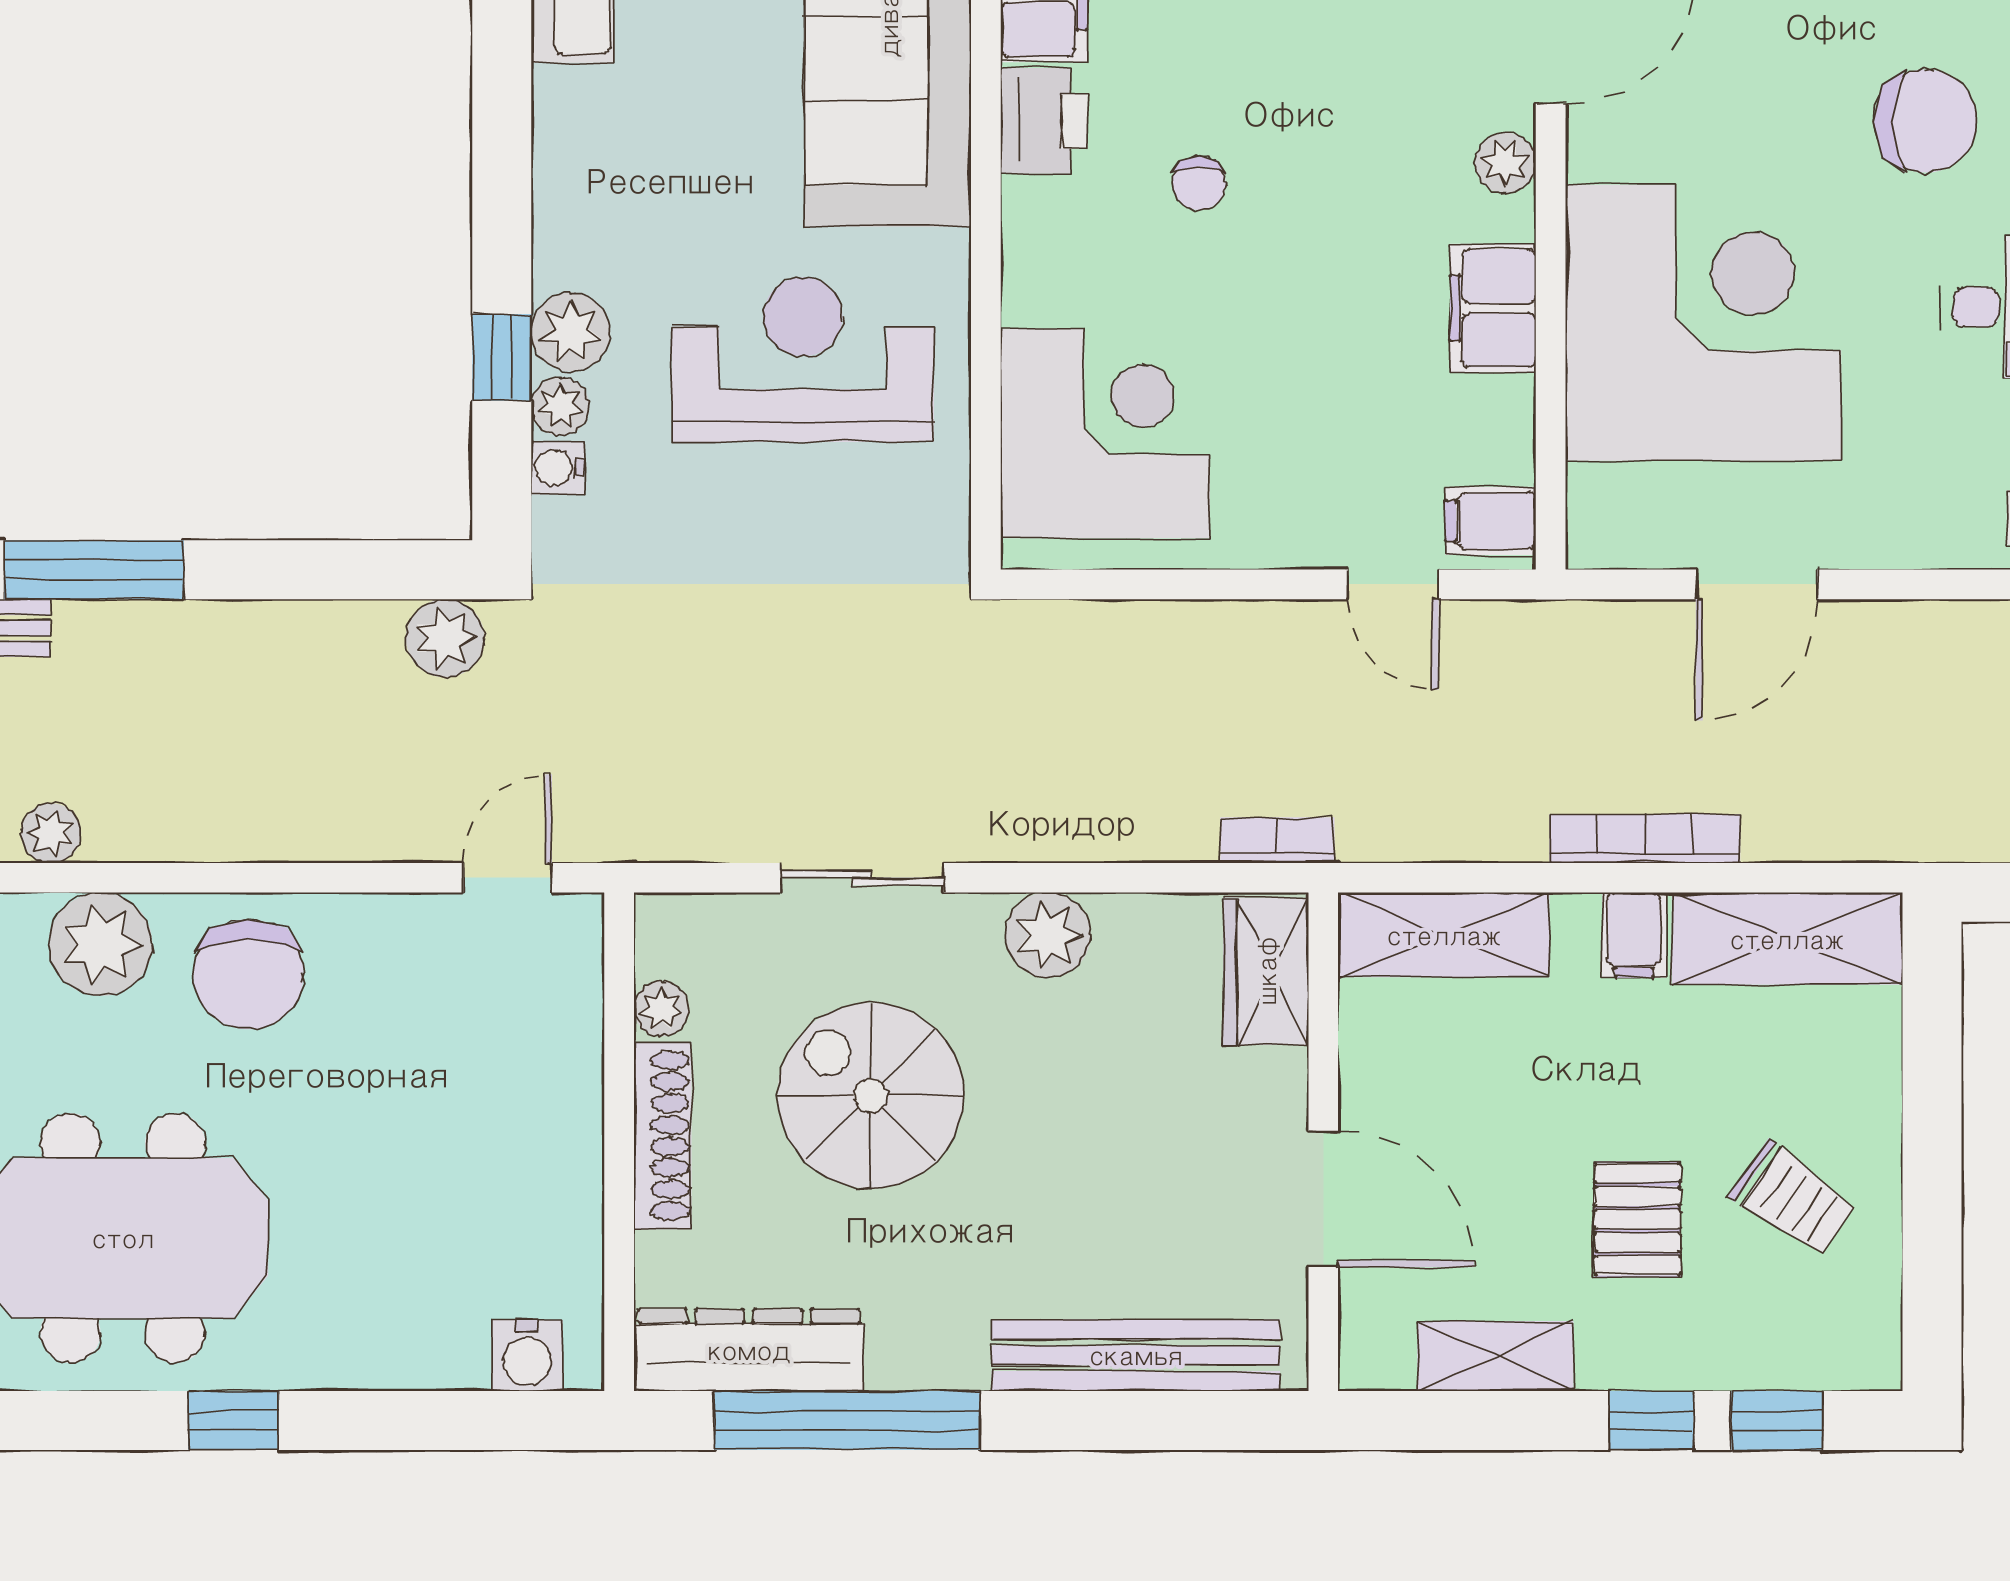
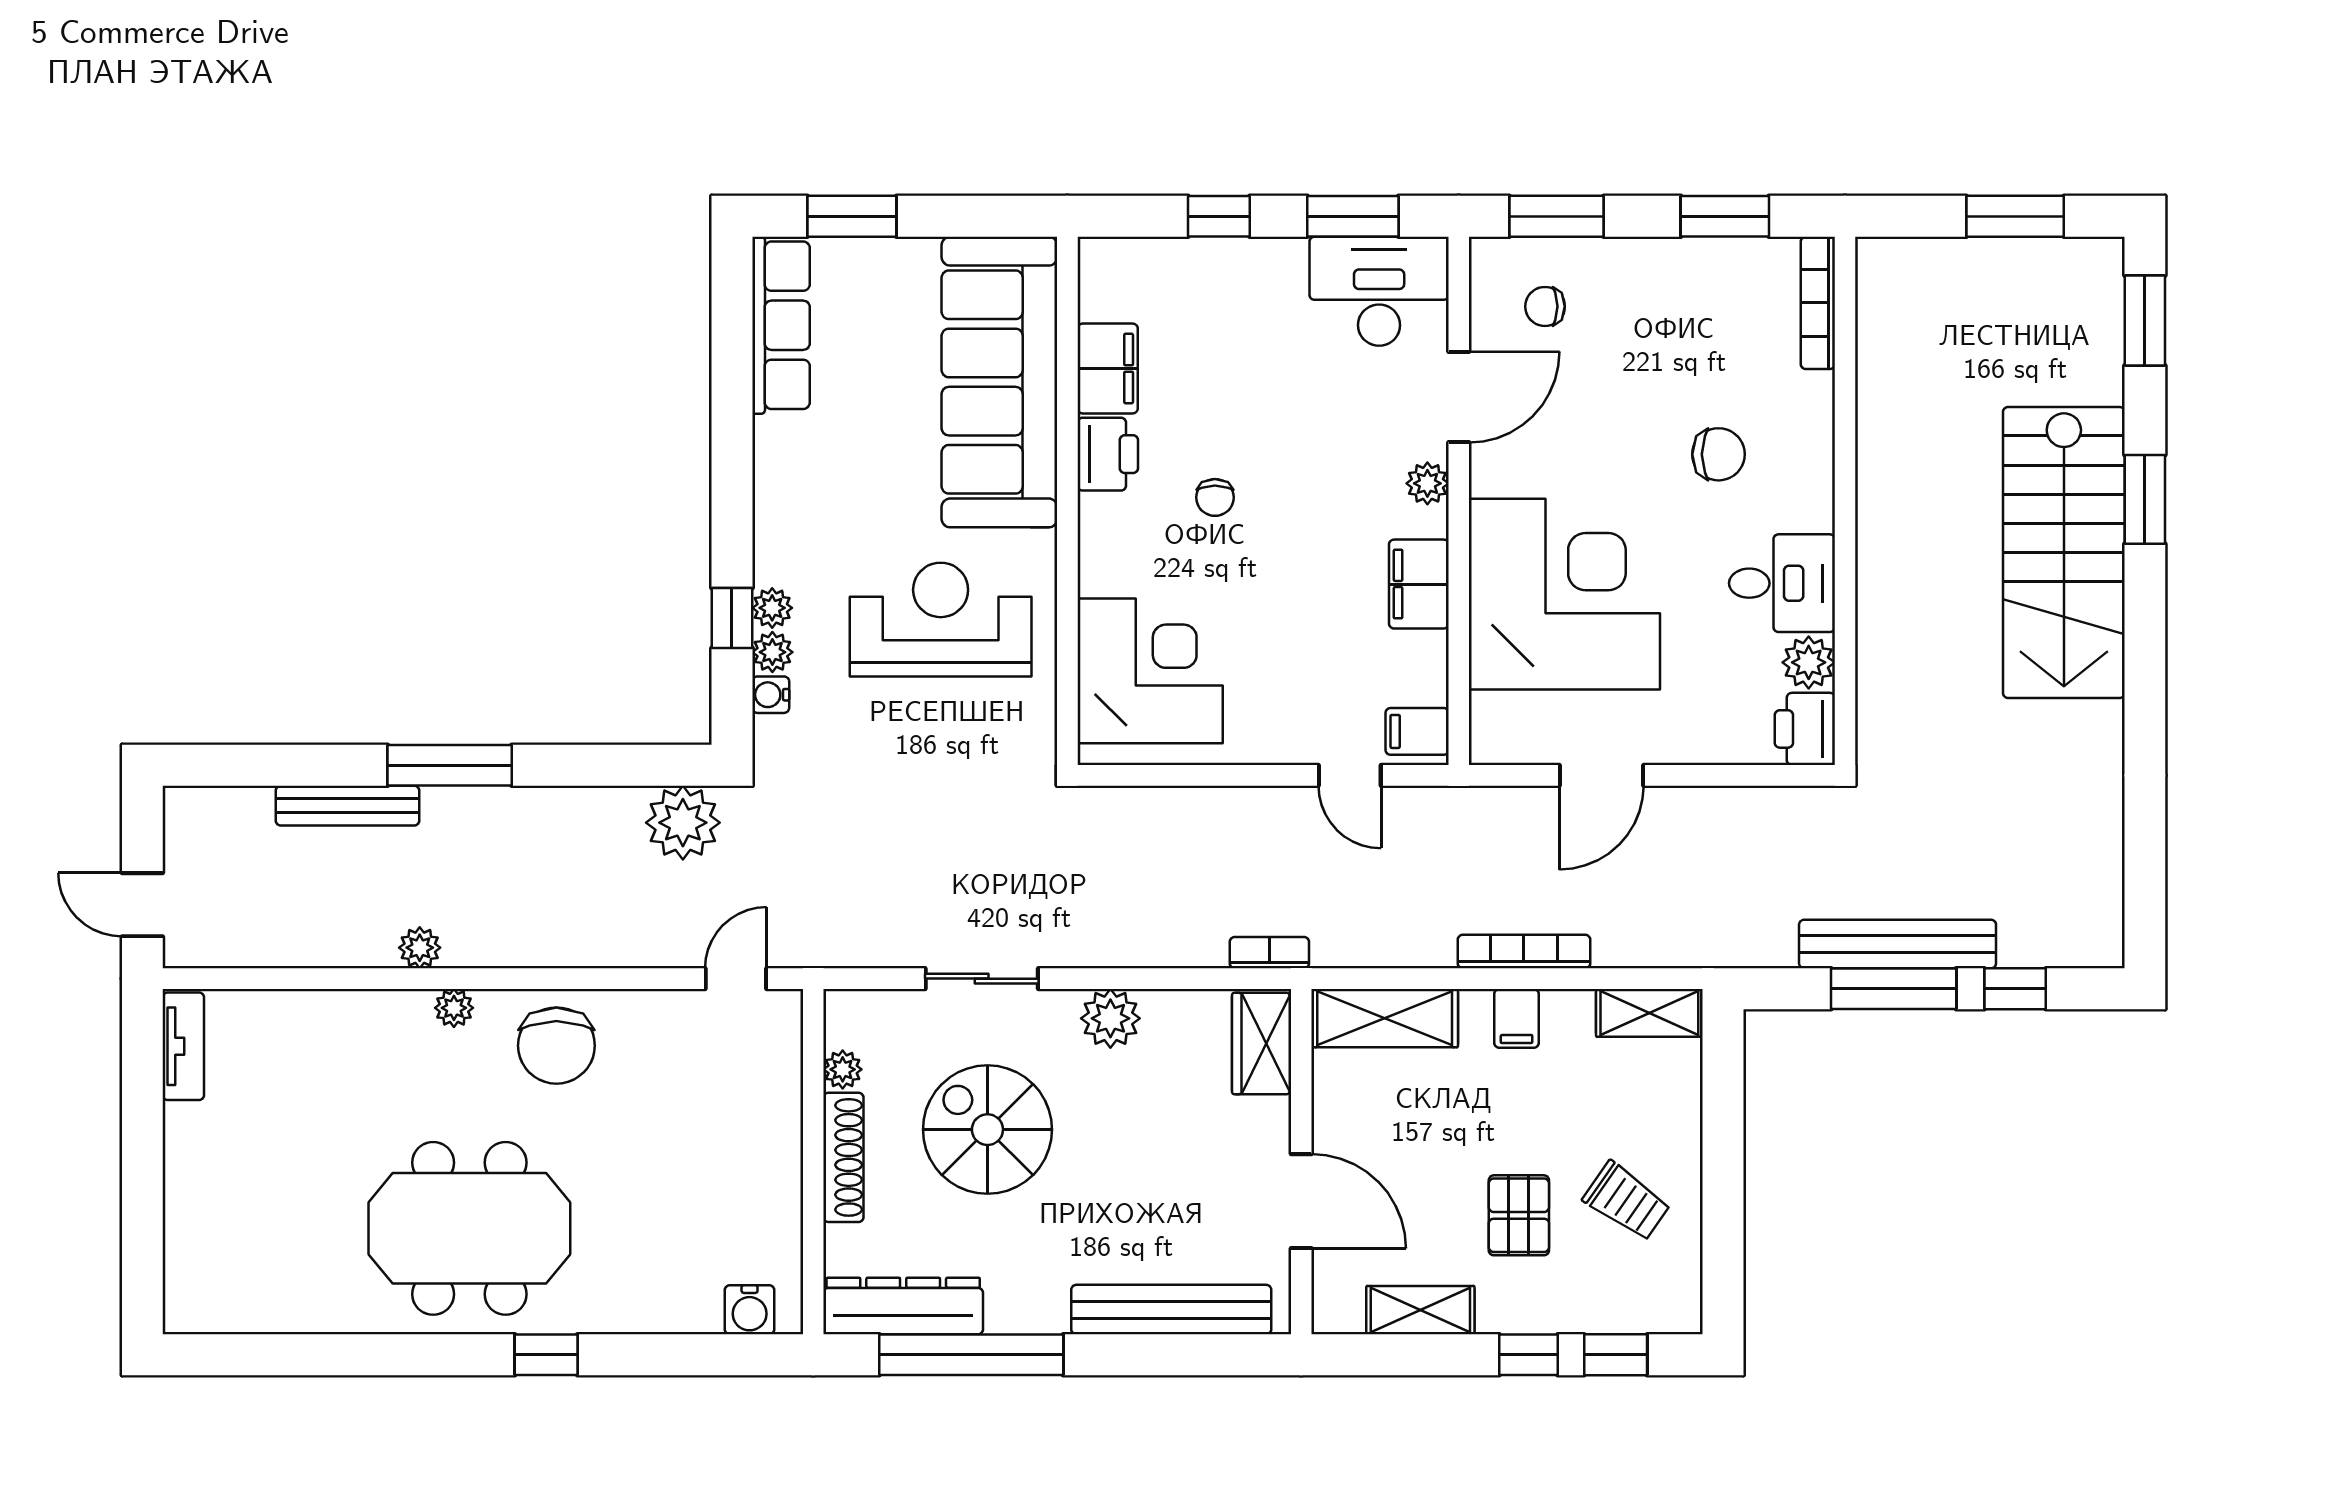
chair: (1926, 121) -> (1719, 454), width x0.73, depth x0.73
plant: (571, 332) -> (772, 608), width x0.73, depth x0.73
plant: (445, 638) -> (683, 823), width x1.36, depth x1.36
shelving: (1787, 939) -> (1649, 1013), width x0.67, depth x0.75
plant: (101, 944) -> (454, 1008), width x0.53, depth x0.53

